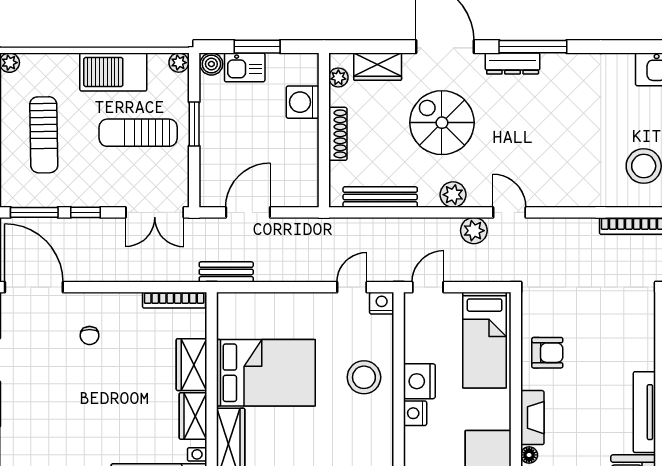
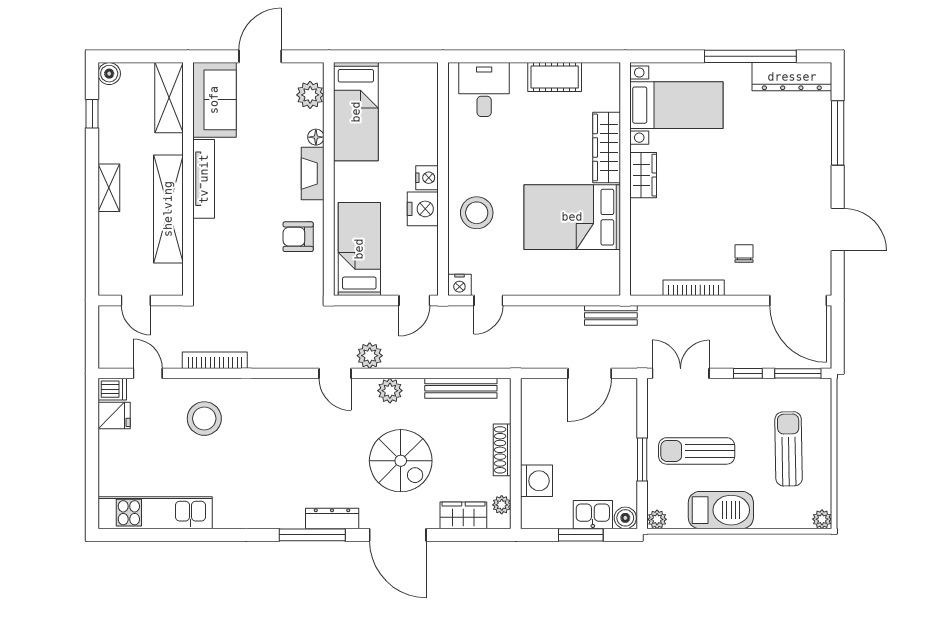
sun lounger: (138, 133) -> (697, 451), turned 180
bookcase: (174, 300) -> (694, 288), moved
wardrobe: (191, 365) -> (645, 225), removed

